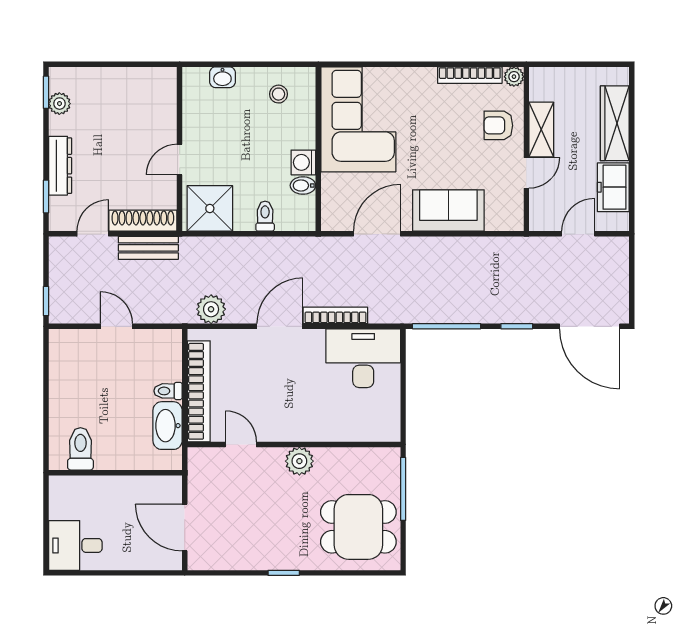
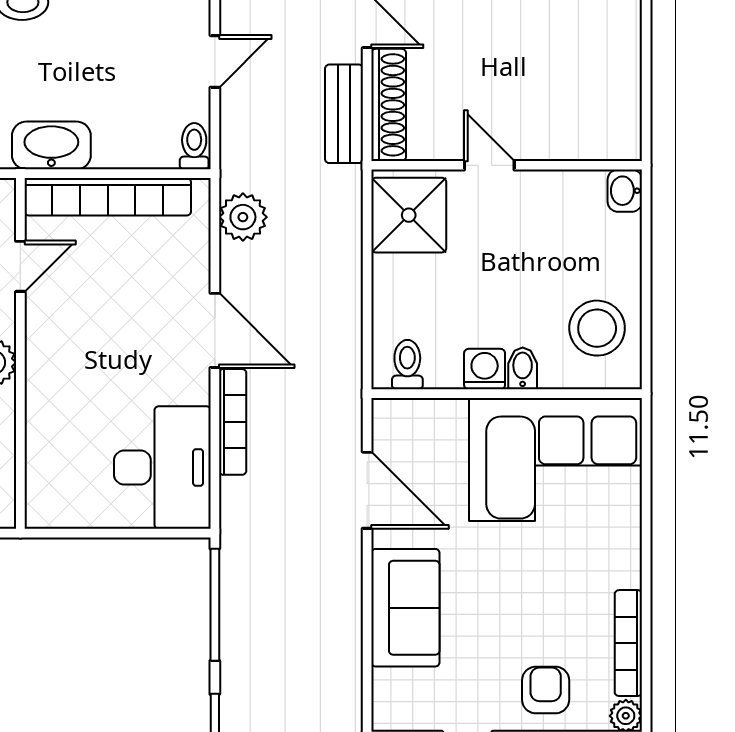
washbasin: (222, 77) -> (625, 191), moved
stool: (278, 94) -> (597, 328), width x1.89, depth x1.89
bidet: (303, 185) -> (523, 368), moved
toilet: (265, 216) -> (407, 365), moved, turned -90
toilet: (168, 391) -> (194, 146), moved

